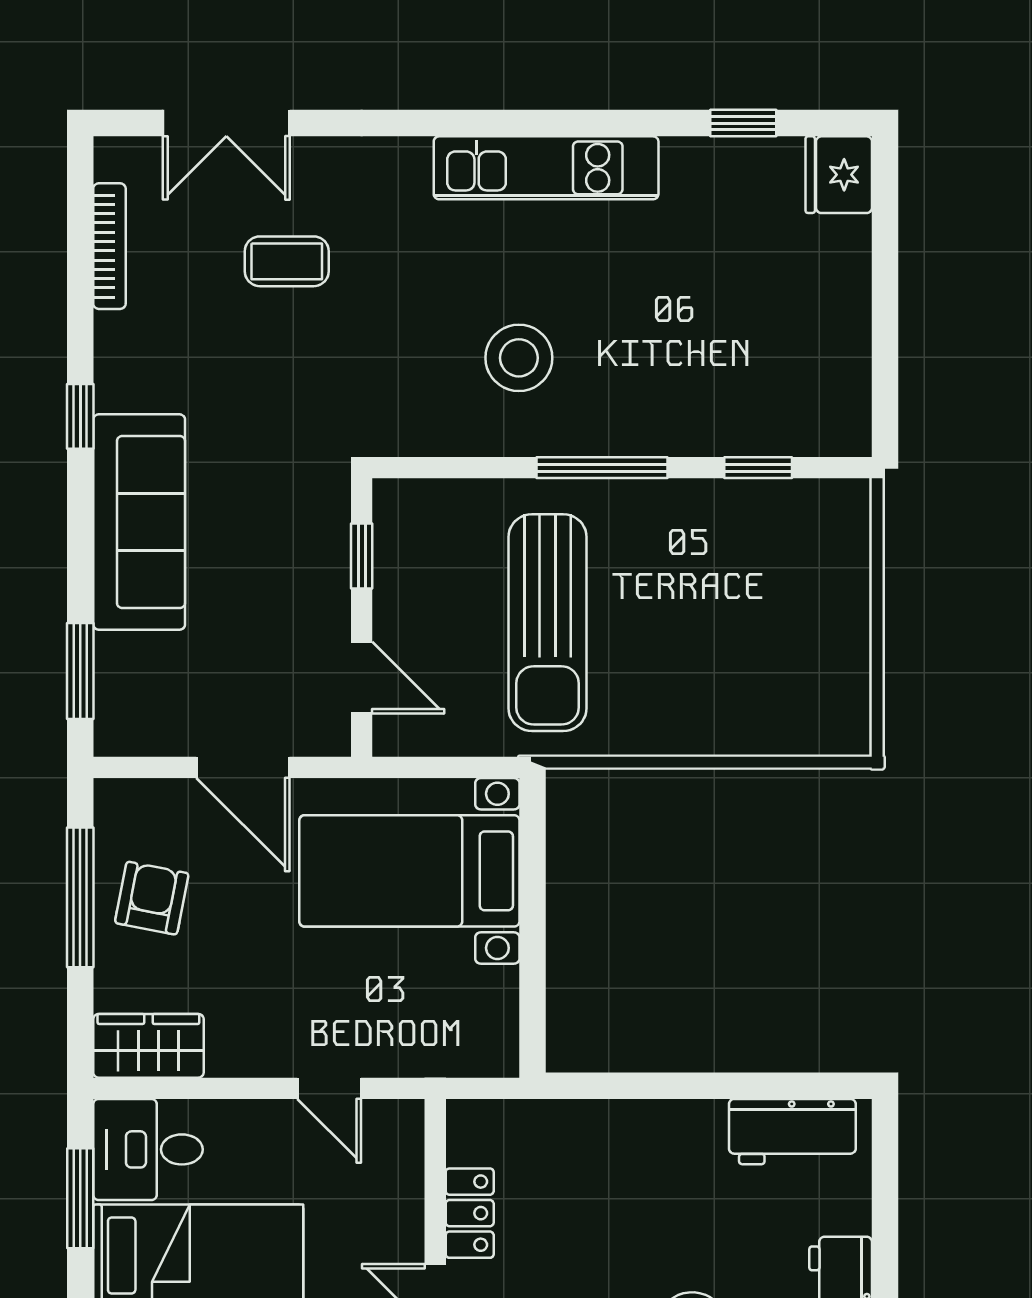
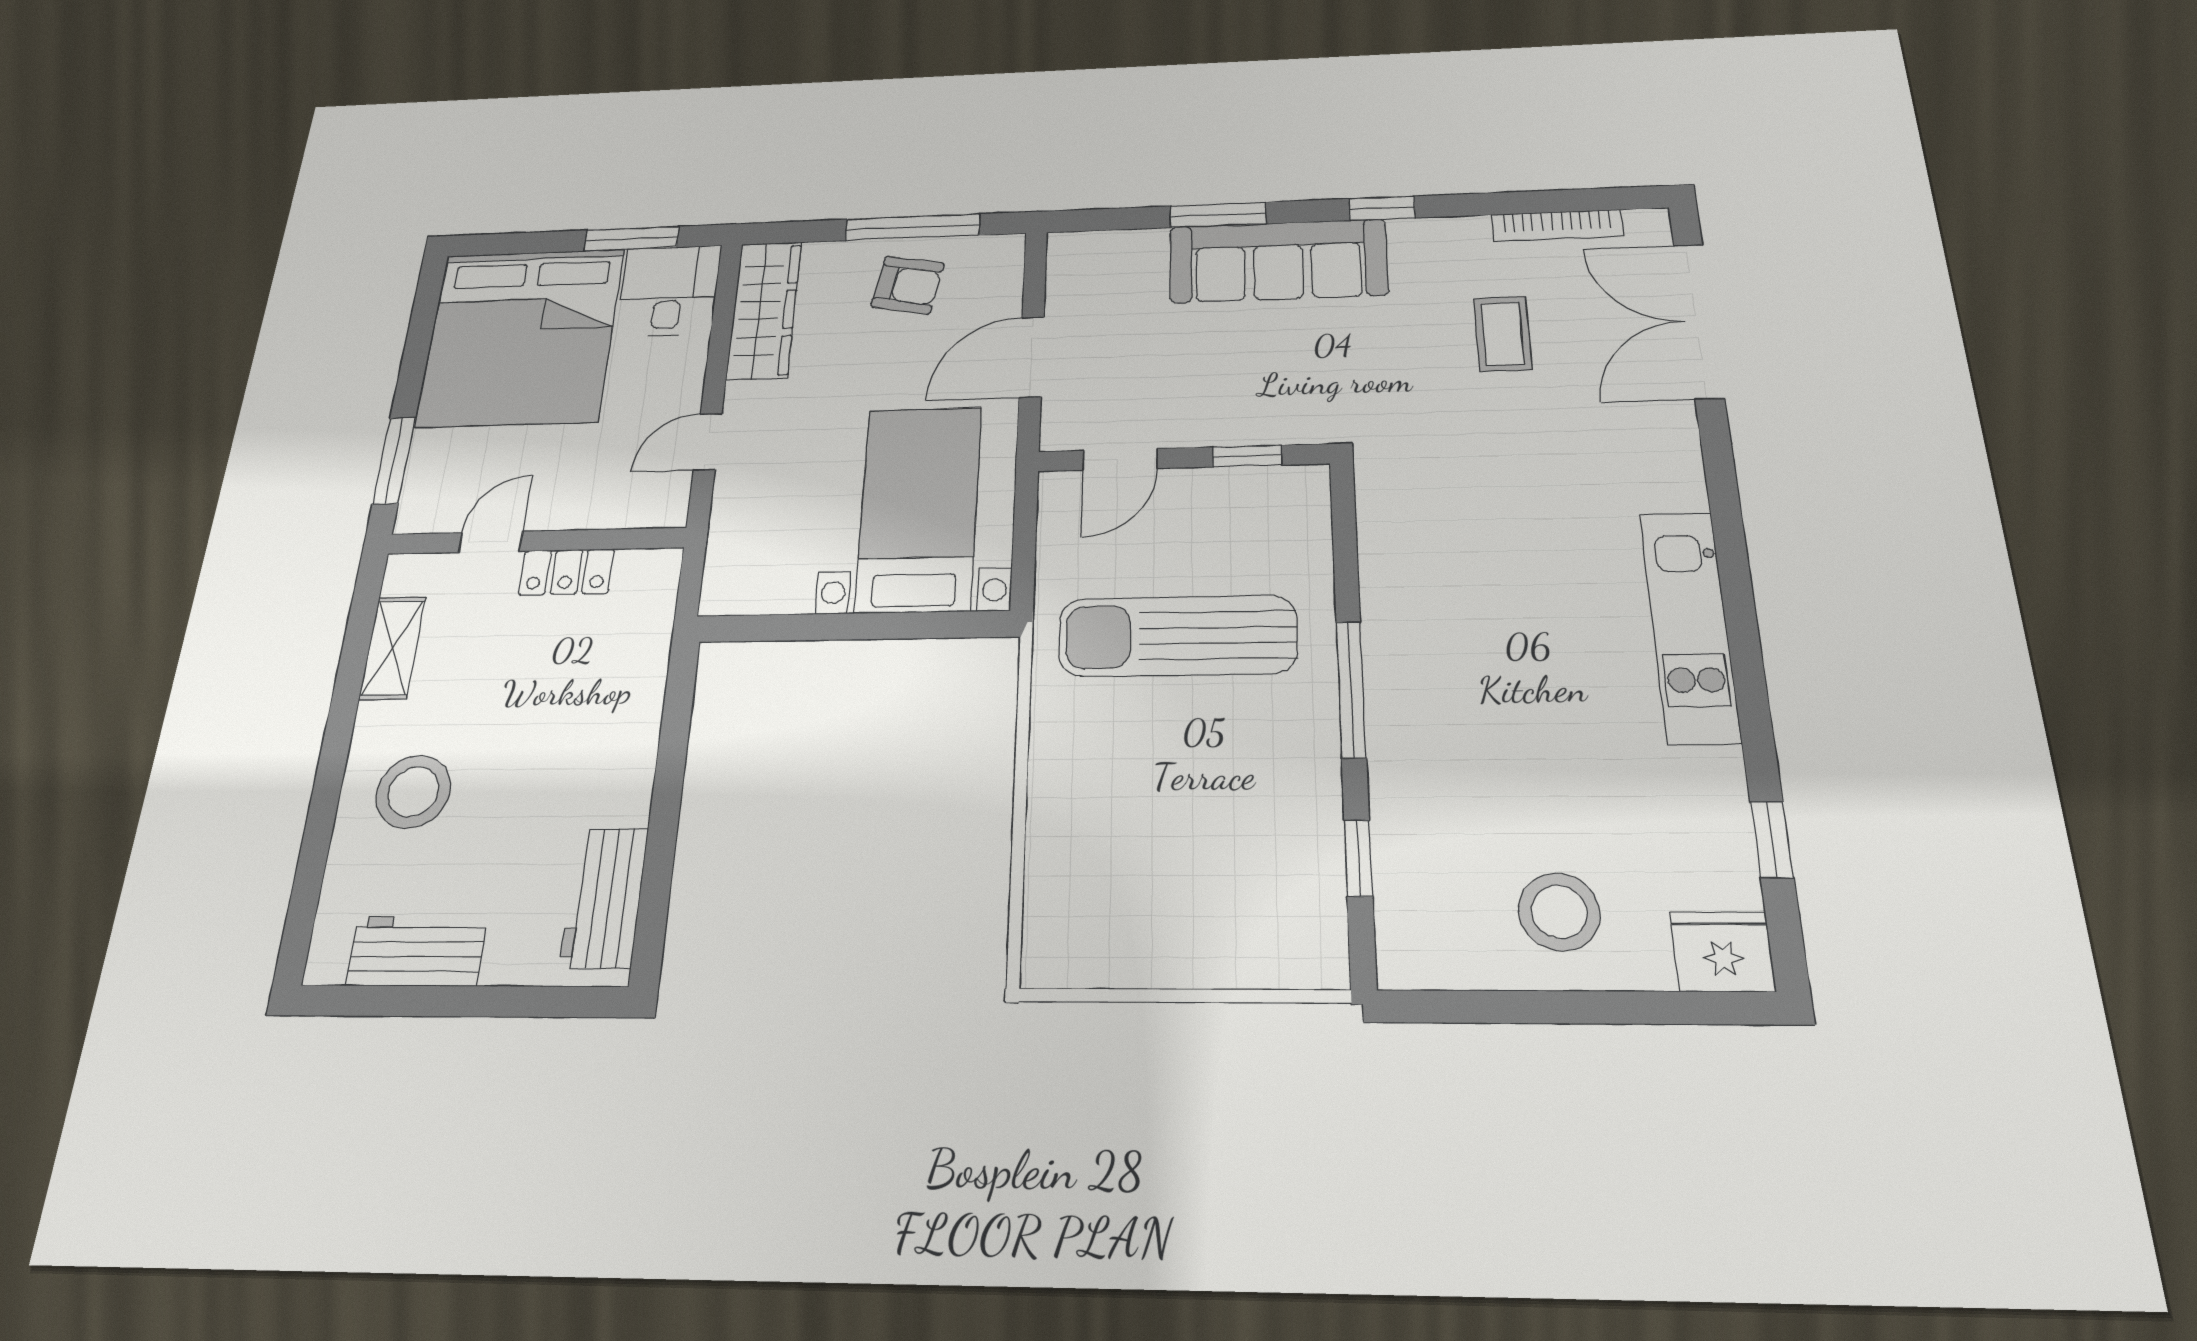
double door: (226, 123) -> (1699, 321), width x1.37
coffee table: (287, 261) -> (1503, 334), moved
stool: (519, 358) -> (1559, 912), moved
window: (80, 671) -> (1218, 215), moved
wardrobe: (148, 1046) -> (764, 310), width x1.50

